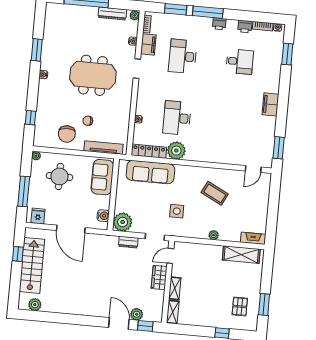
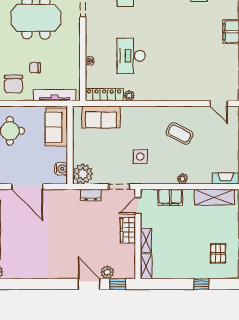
plant: (176, 151) -> (129, 96), width x0.53, depth x0.53
door: (253, 169) -> (219, 103), hinge flipped
sofa: (150, 172) -> (101, 117), width x0.73
filing cabinet: (201, 251) -> (170, 197), added

